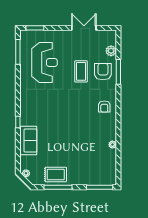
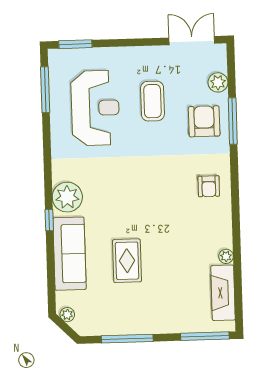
double door: (84, 28) -> (192, 41), moved
coffee table: (81, 71) -> (152, 101), moved
plant: (28, 110) -> (67, 197), added
sofa: (28, 140) -> (70, 254), width x1.36
fireplace: (110, 164) -> (223, 293), added
rug: (56, 174) -> (127, 261), moved, turned 90

